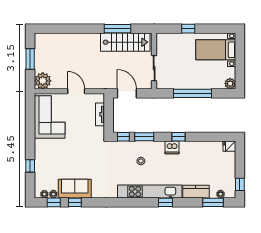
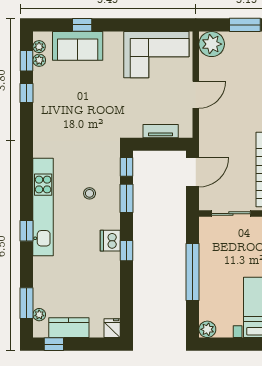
sofa: (75, 189) -> (78, 46), moved, turned 90
kitchen counter: (196, 192) -> (69, 328), moved, turned -90

